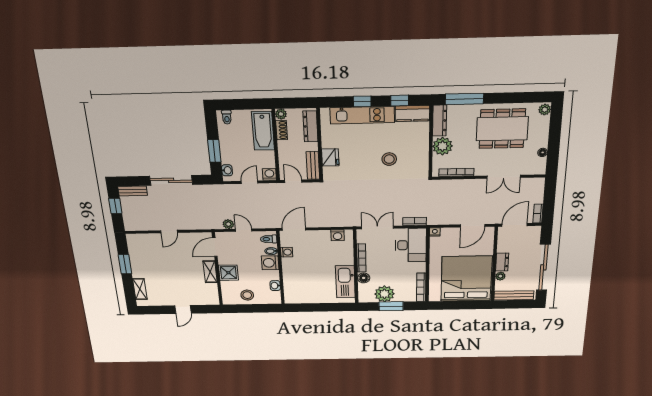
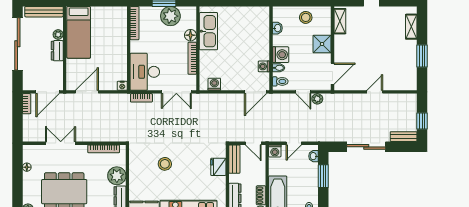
shelving: (210, 272) -> (340, 21), moved
bed: (466, 279) -> (79, 32), width x0.49

